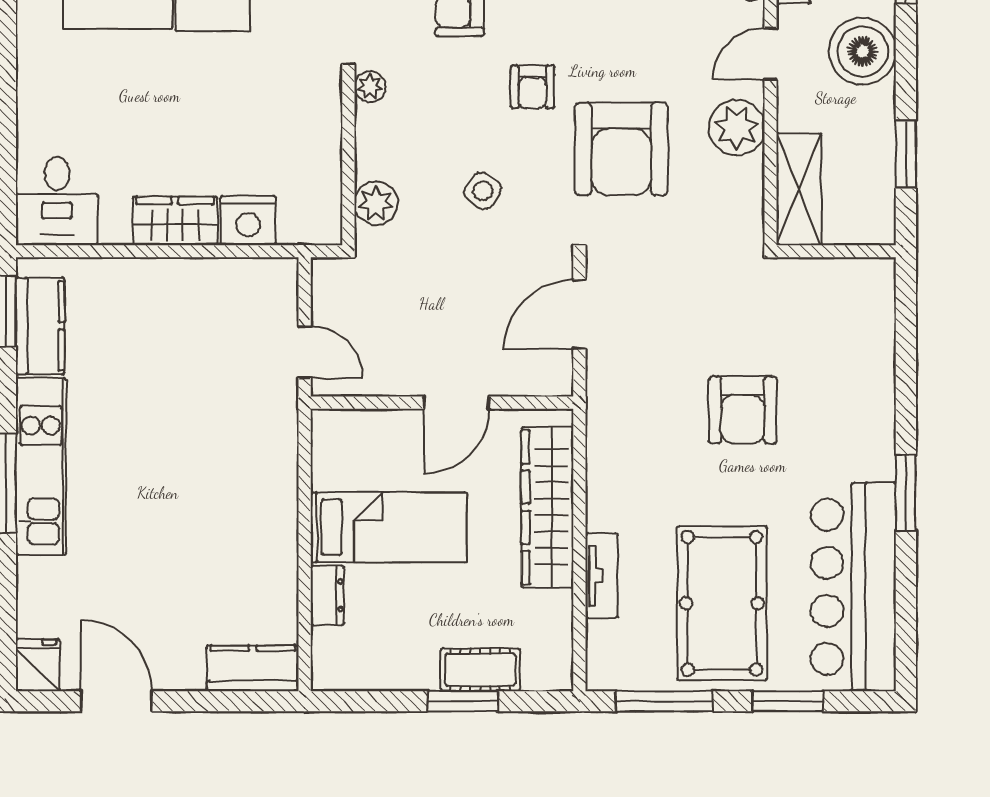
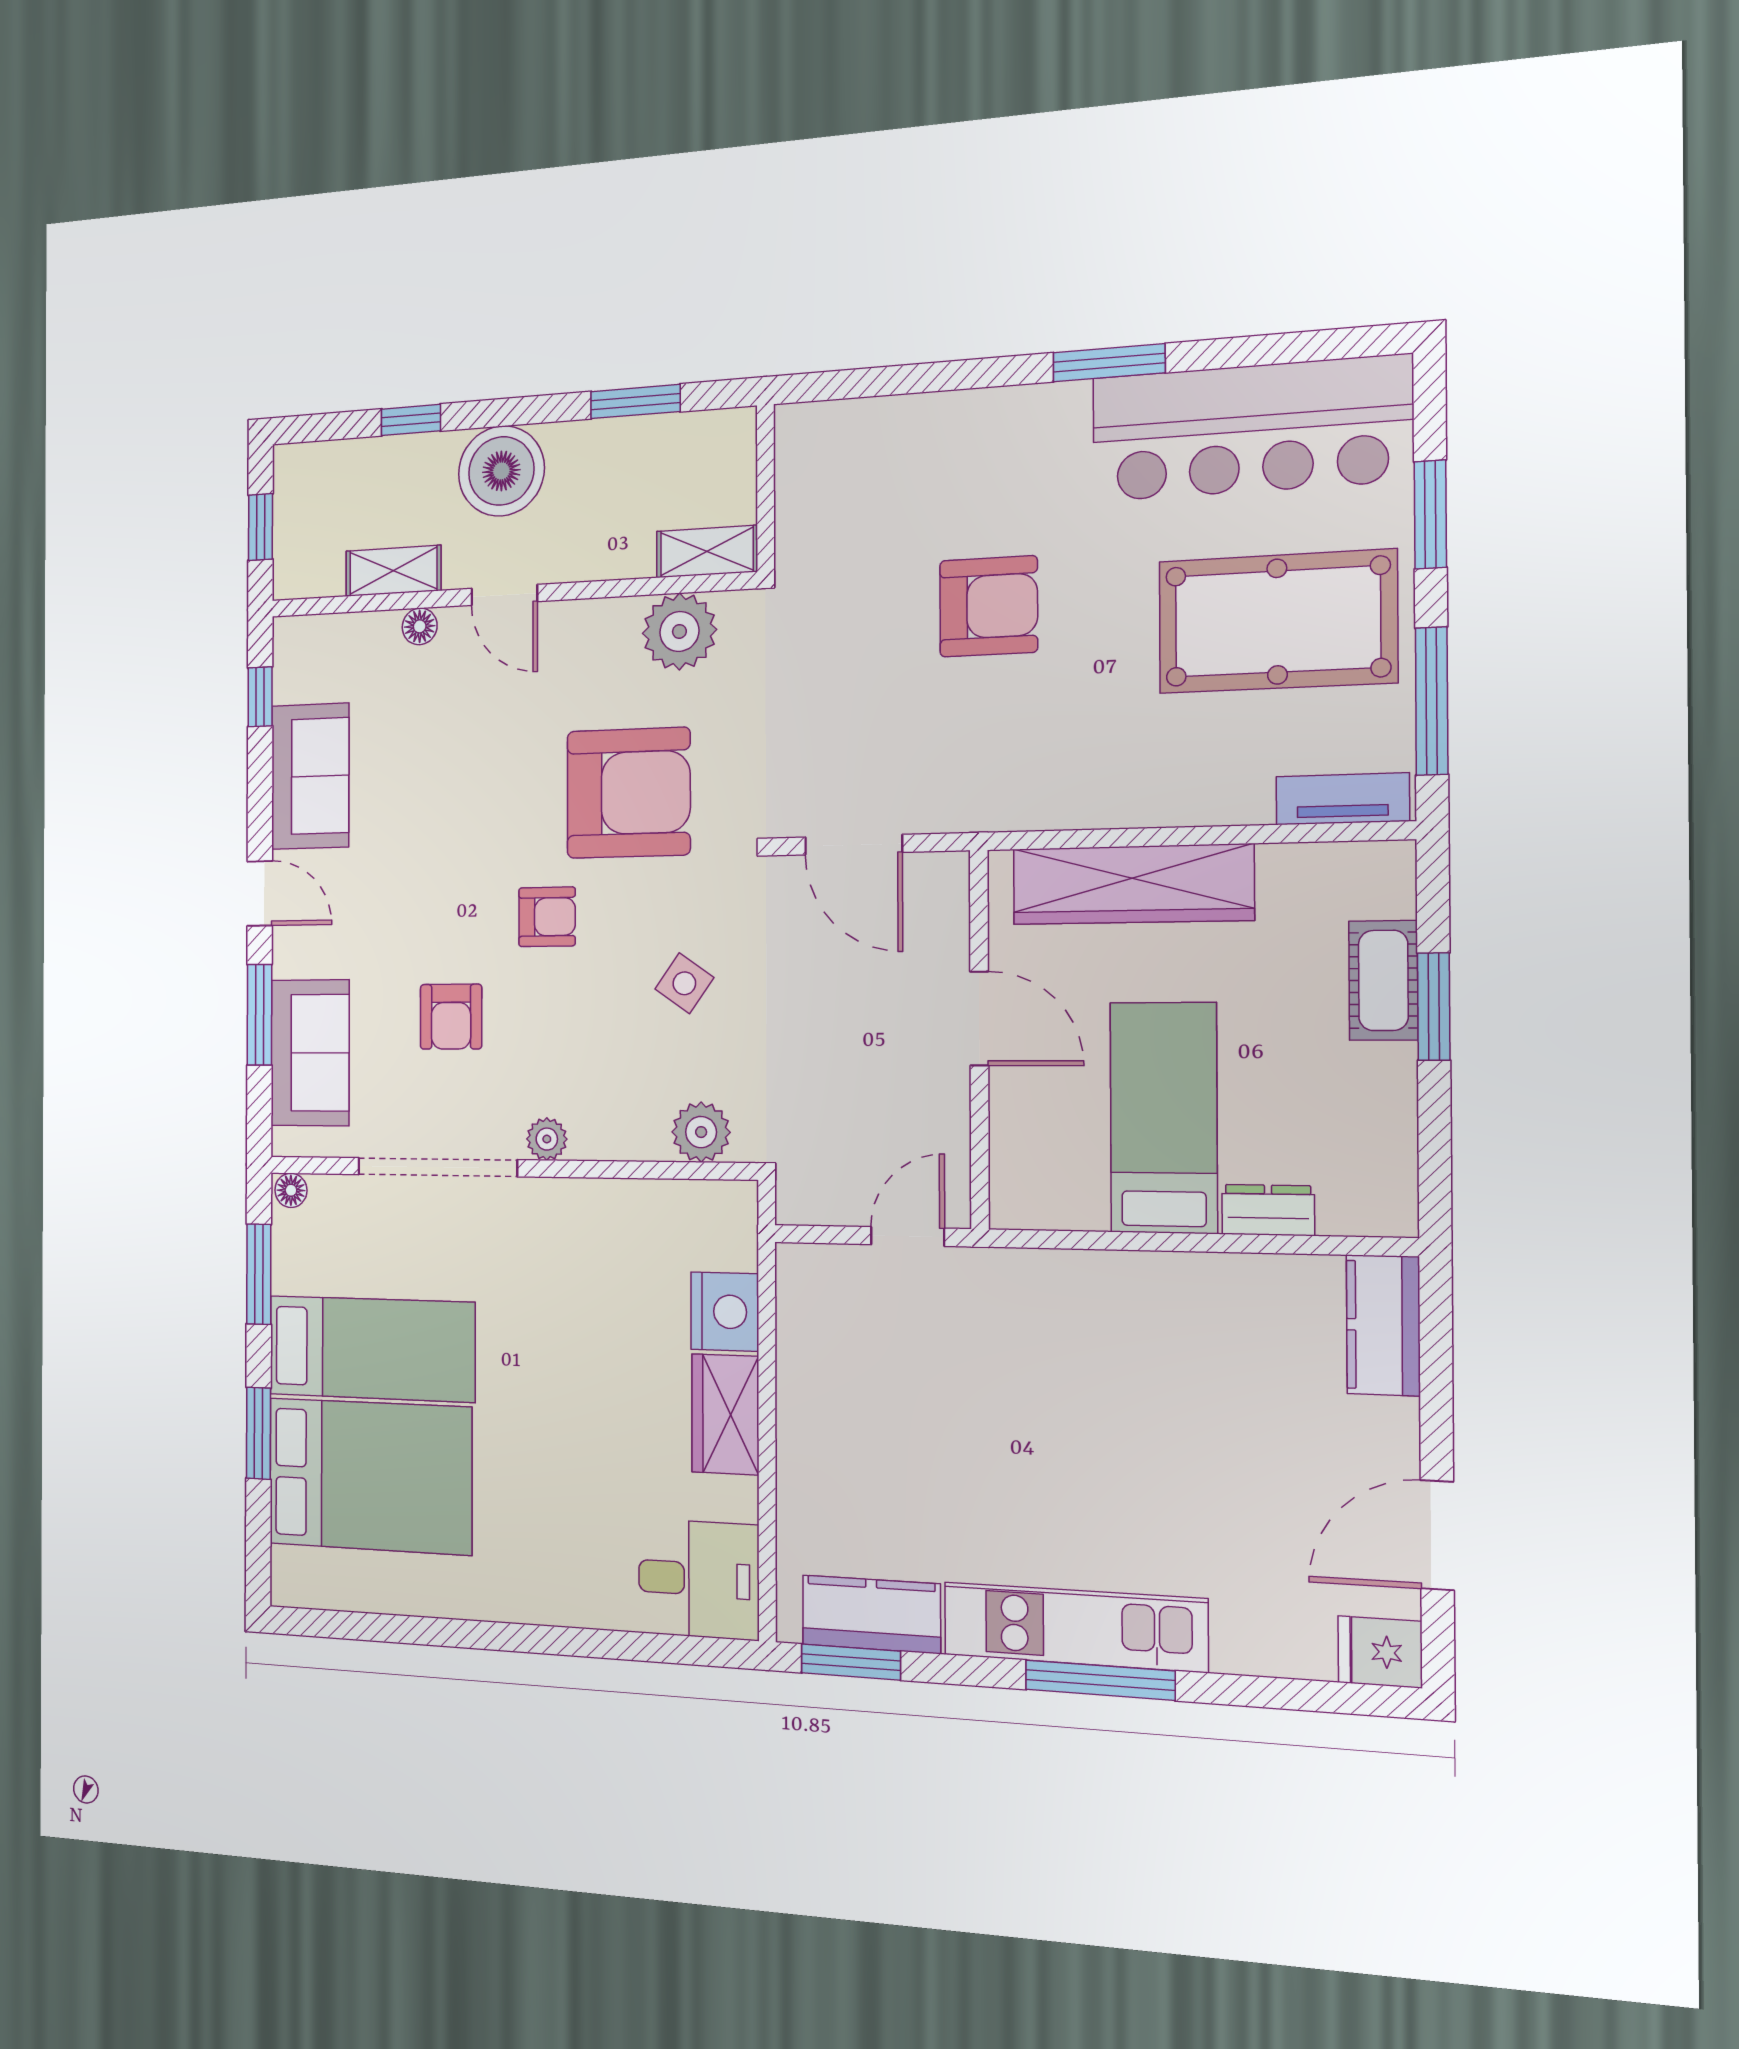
plant: (737, 128) -> (679, 631), moved
shelving: (799, 189) -> (707, 551), width x0.67, depth x0.75
tv unit: (602, 576) -> (1342, 799), moved

